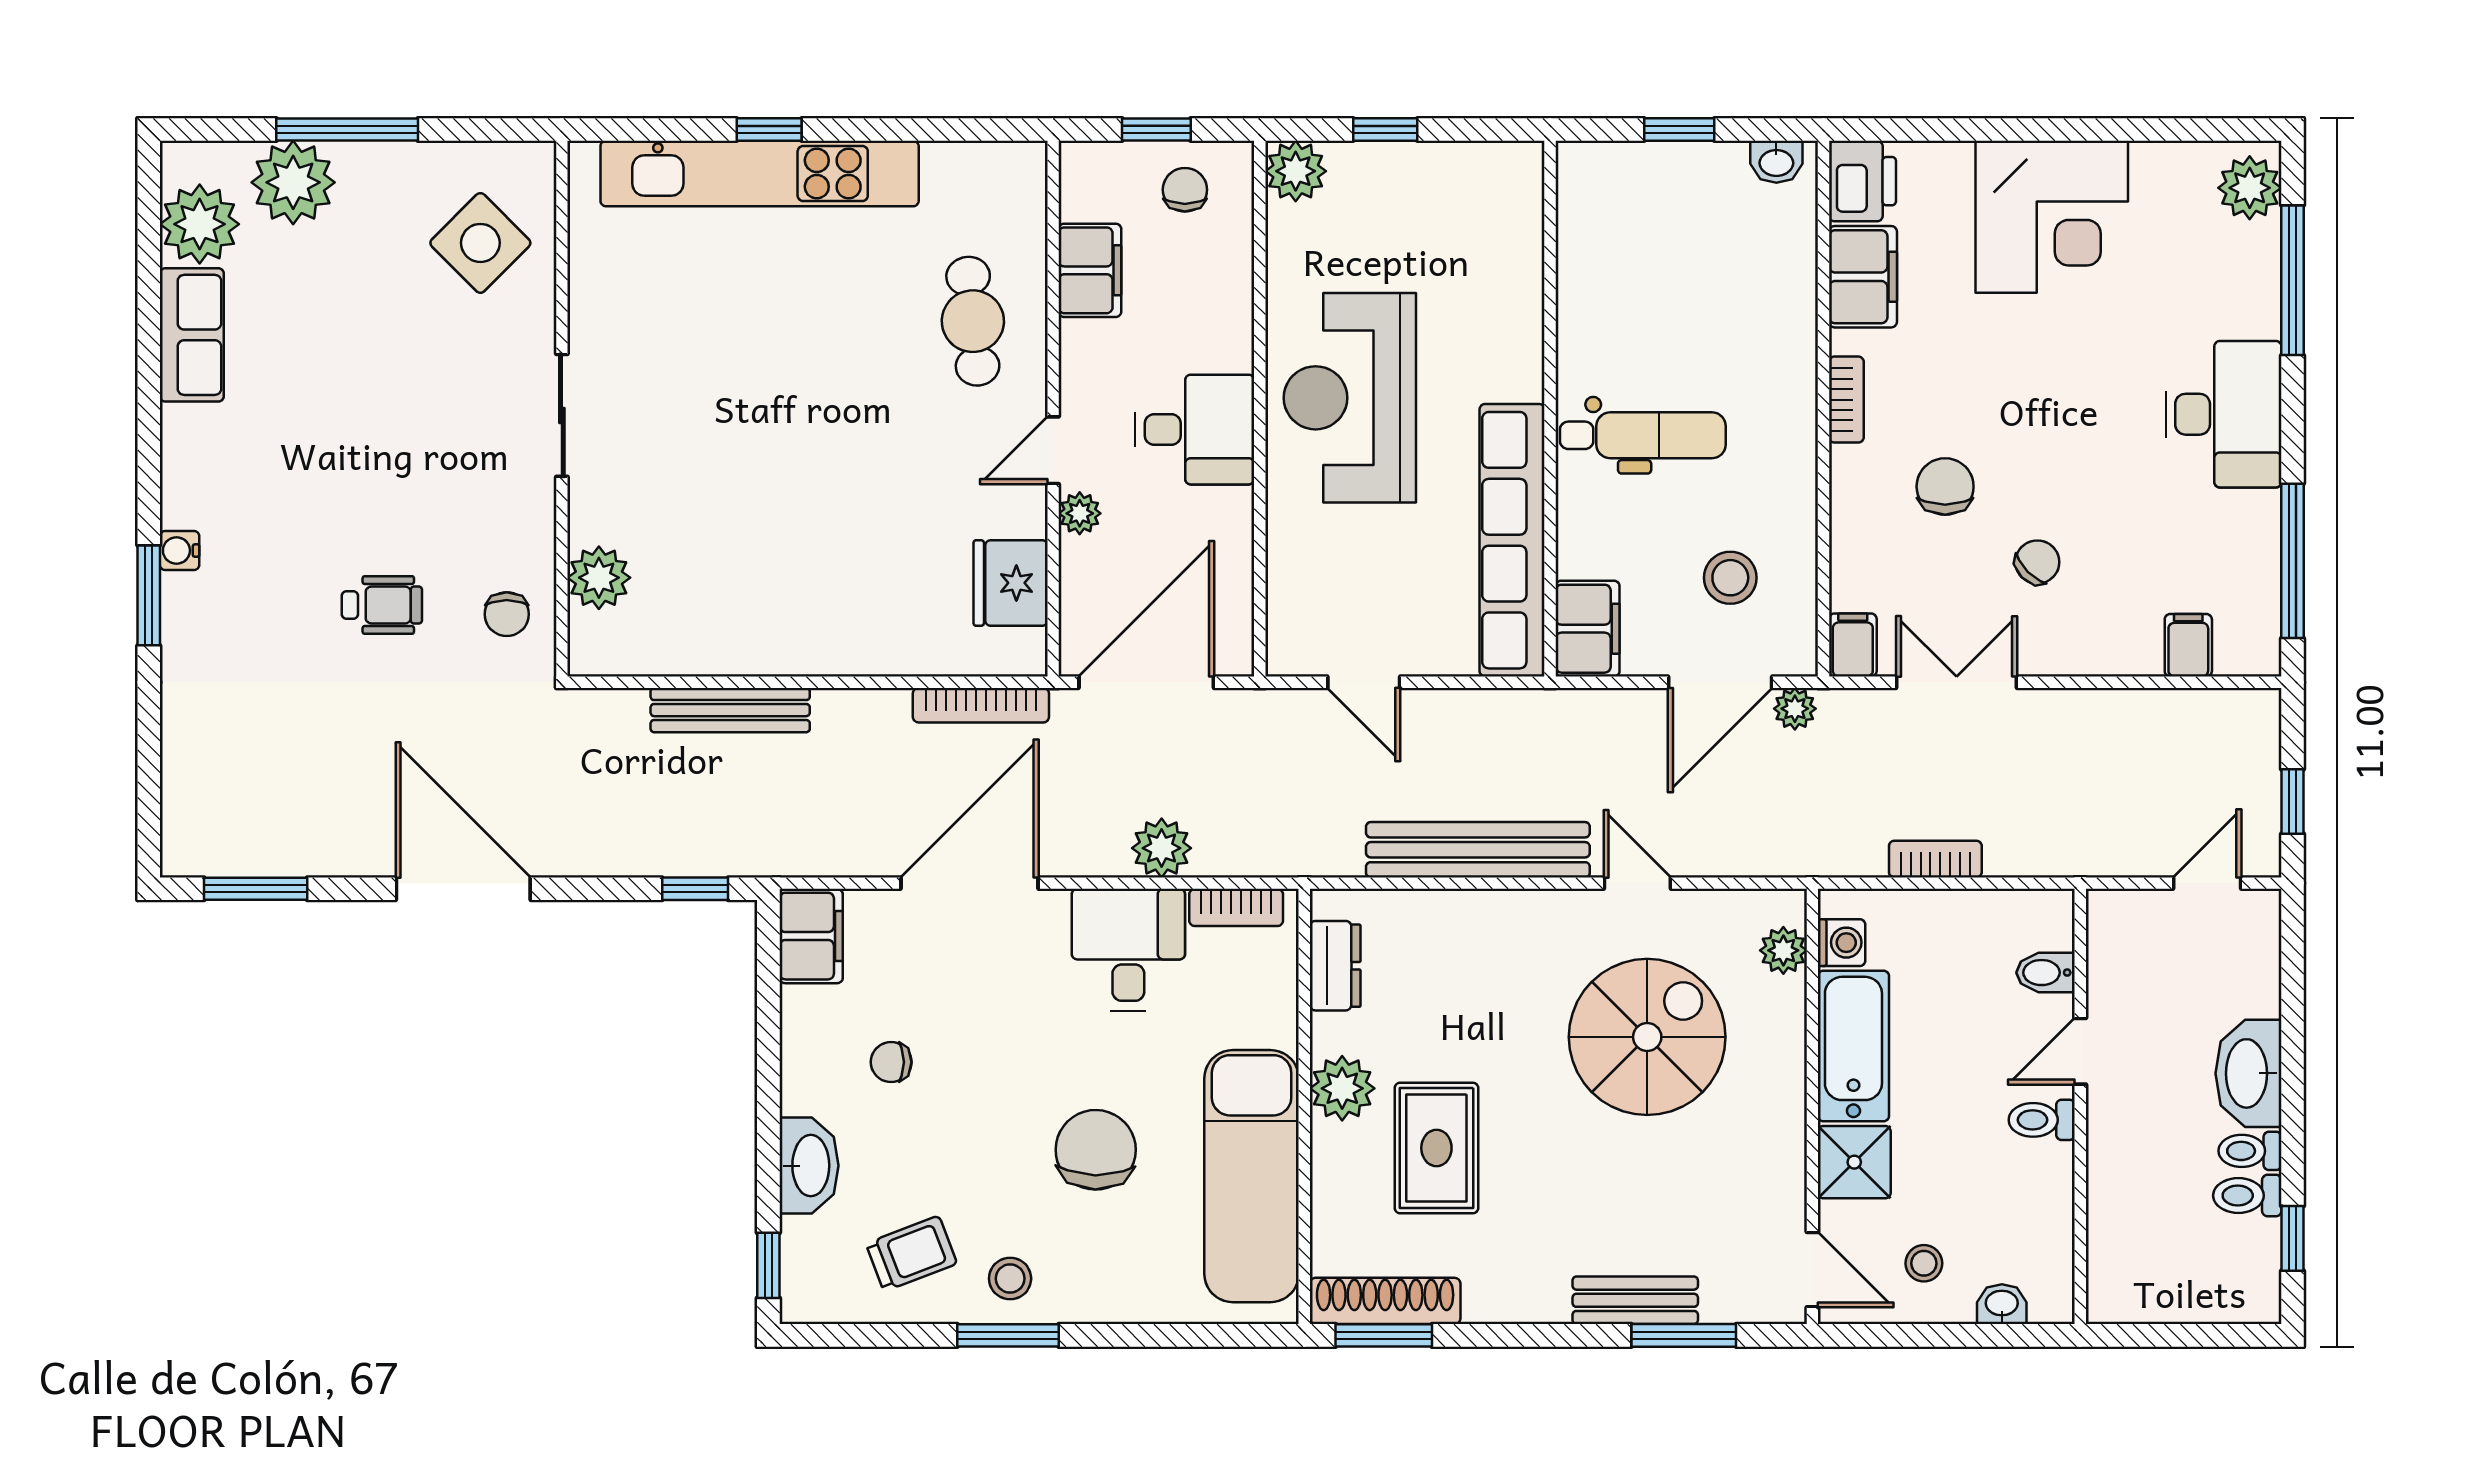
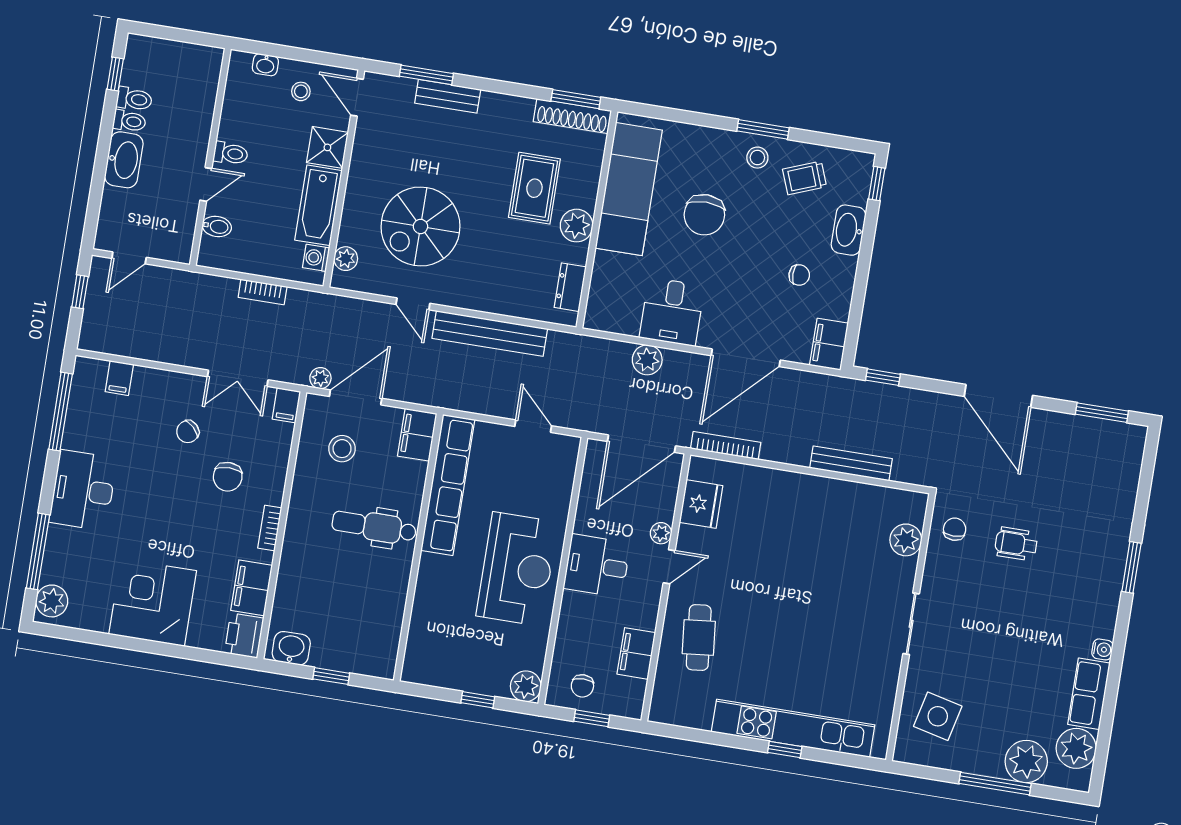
washbasin: (1776, 162) -> (291, 648), width x1.38, depth x1.45
side table: (480, 243) -> (938, 716), turned -32
water cooler: (180, 551) -> (1102, 649), moved
bookcase: (1236, 907) -> (615, 324), removed

